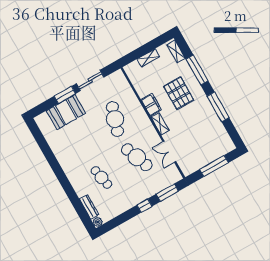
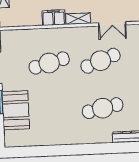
cafe table: (115, 119) -> (49, 63), turned -33
cafe table: (101, 177) -> (103, 108), width x1.37, depth x1.35

